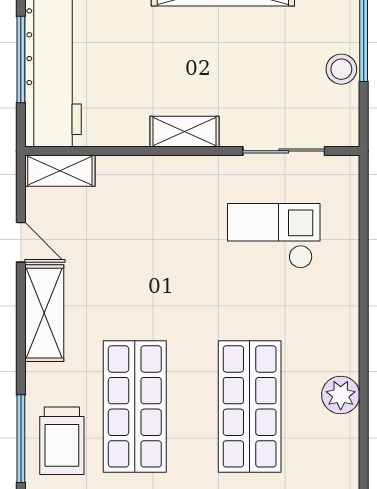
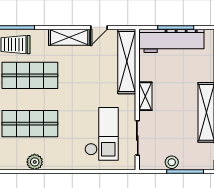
shelving: (60, 171) -> (127, 62), width x2.20, depth x1.33
checkout: (274, 236) -> (102, 134), width x1.36, depth x1.21

